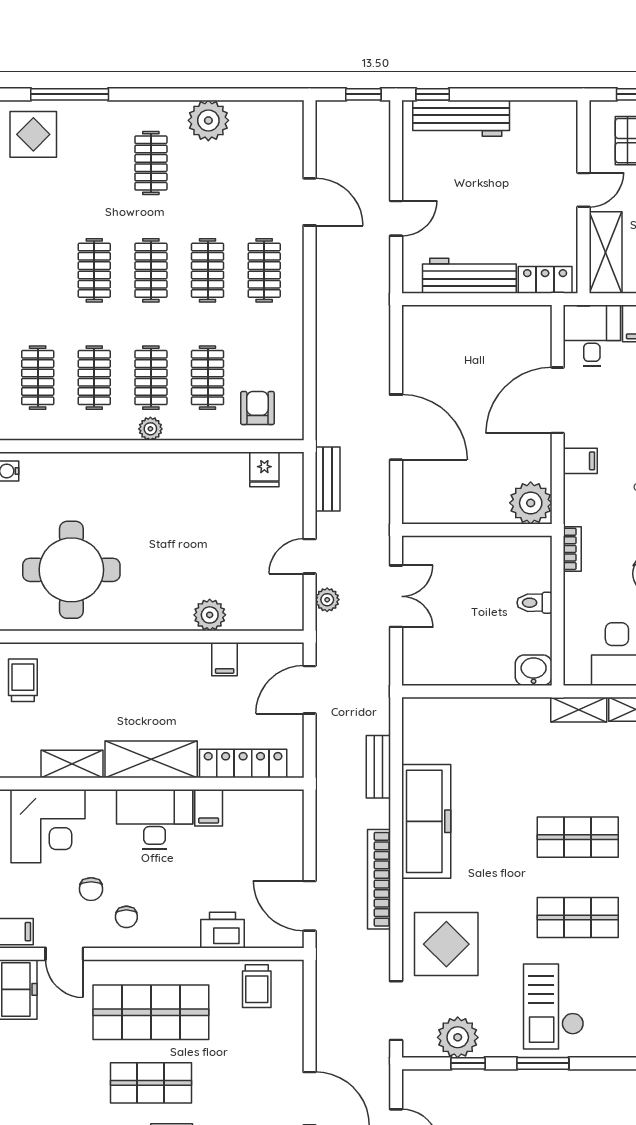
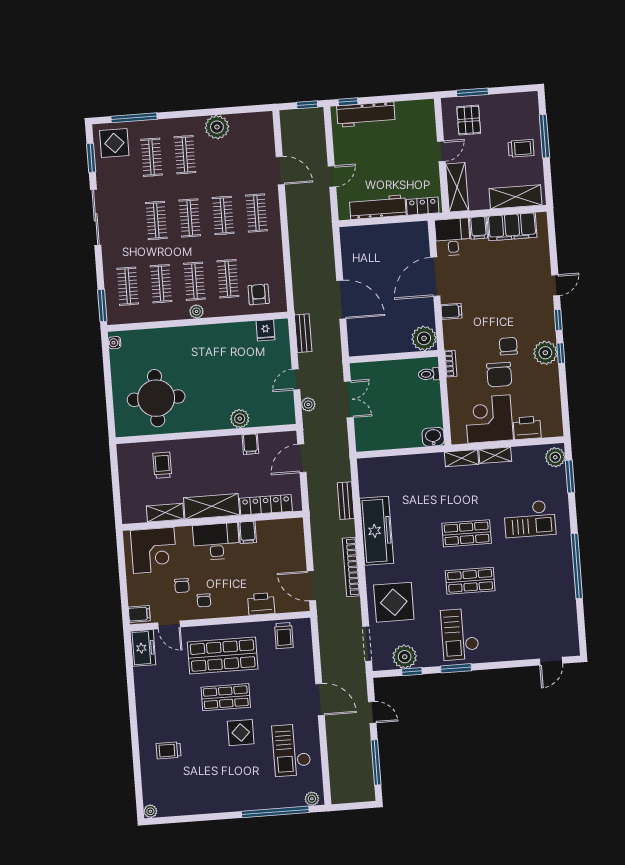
clothes rail: (94, 163) -> (152, 157), added
toilet: (534, 603) -> (429, 374), moved
trolley: (23, 680) -> (162, 465), moved

